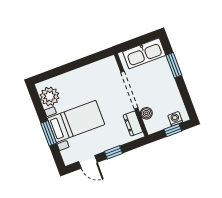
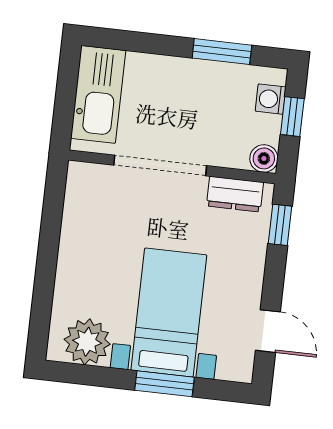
window: (174, 65) -> (222, 52), moved
boiler: (146, 113) -> (264, 158), moved
window: (113, 152) -> (280, 225), moved
door: (88, 162) -> (268, 331), hinge flipped

